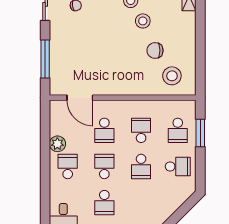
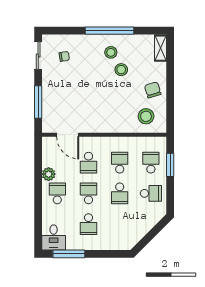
chair: (155, 50) -> (153, 90), moved, turned 73
school desk: (178, 130) -> (151, 163), turned 180

